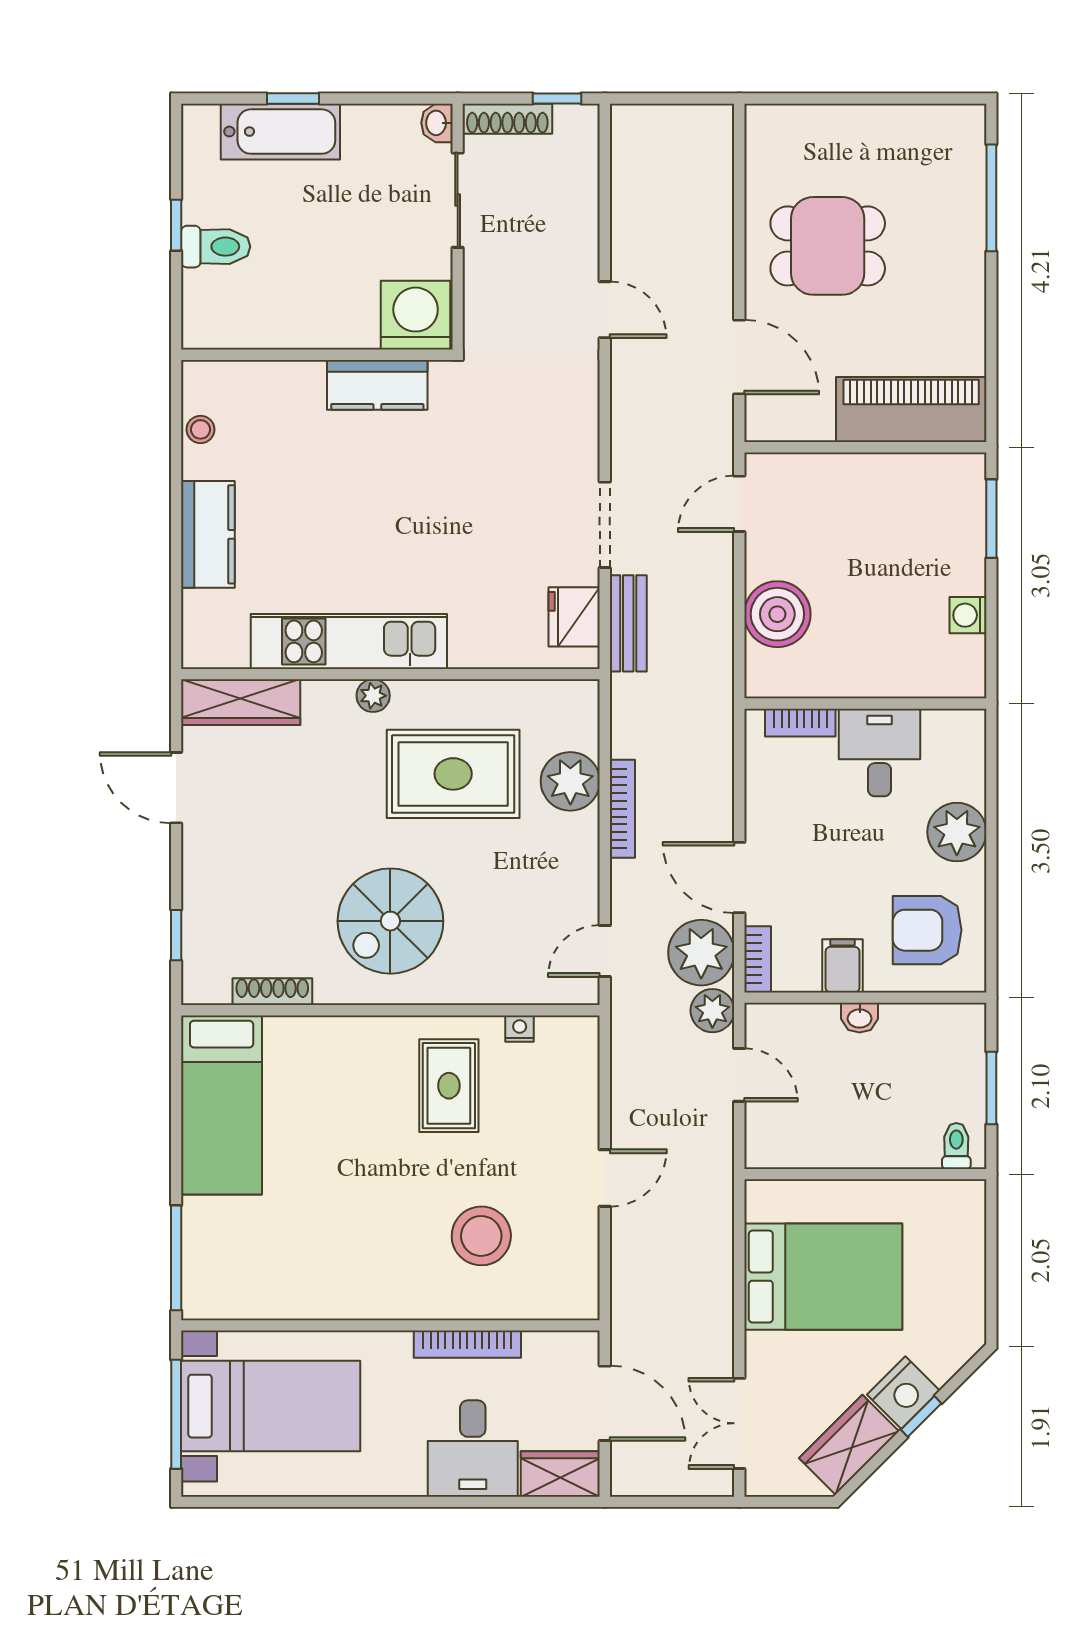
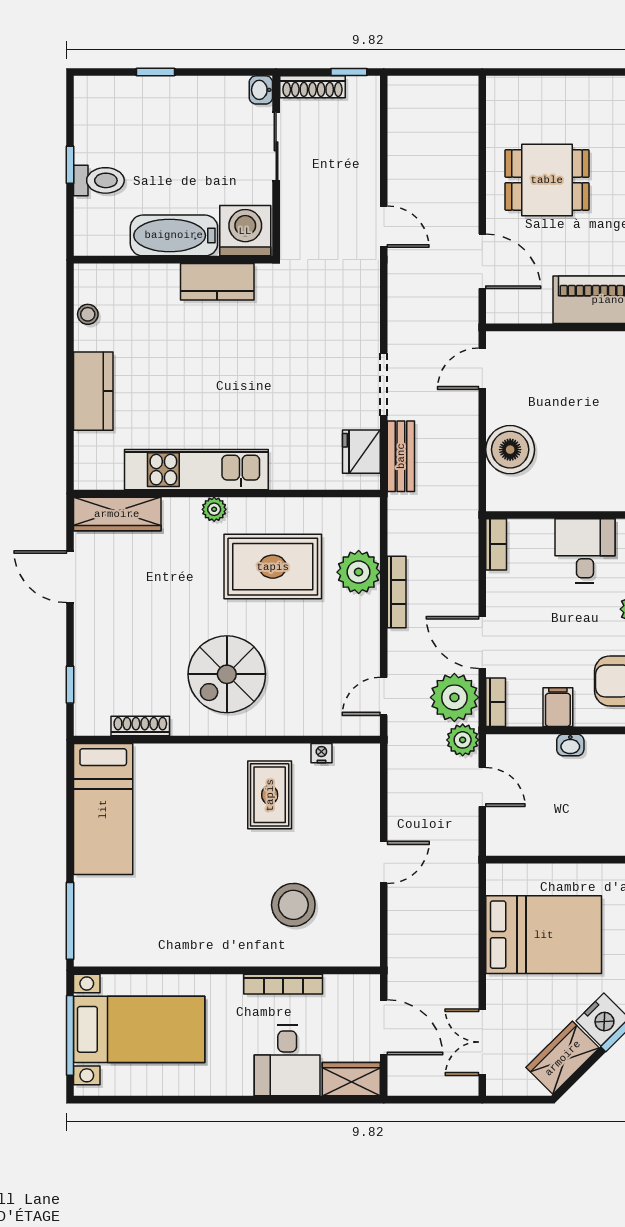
bathtub: (280, 132) -> (174, 235), moved, turned 180
bookcase: (800, 723) -> (496, 544), moved, turned -90

